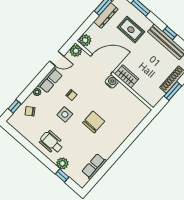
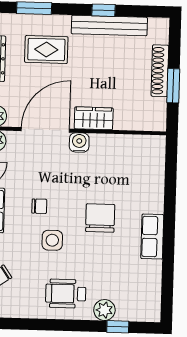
row of seats: (94, 166) -> (152, 237), moved

